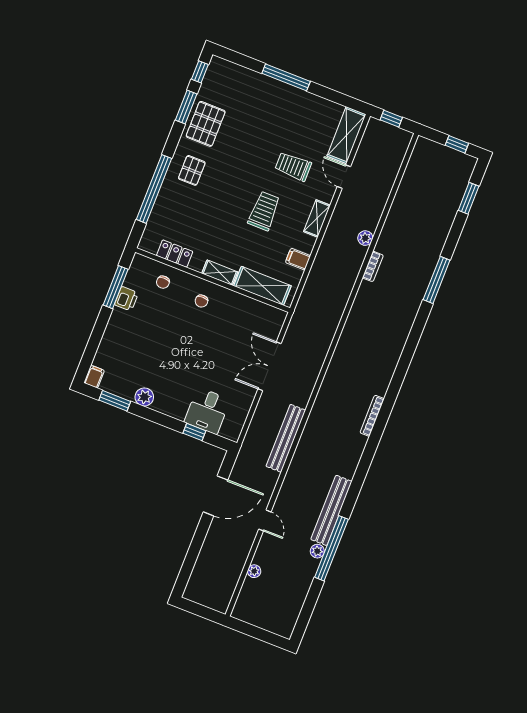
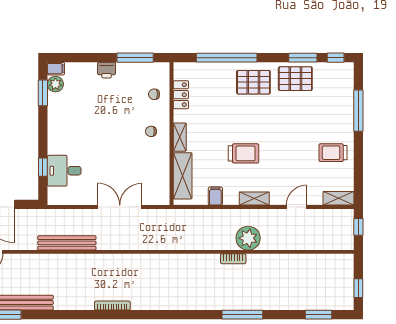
window: (286, 77) -> (358, 111), moved
shelving: (346, 135) -> (338, 198), width x0.67, depth x0.75
trolley: (293, 166) -> (333, 153), moved, turned -90
pallet: (192, 170) -> (253, 82), width x1.50, depth x1.42
plant: (365, 238) -> (248, 238), width x1.87, depth x1.87
printer: (126, 299) -> (107, 70), moved
plant: (144, 397) -> (55, 84), moved

